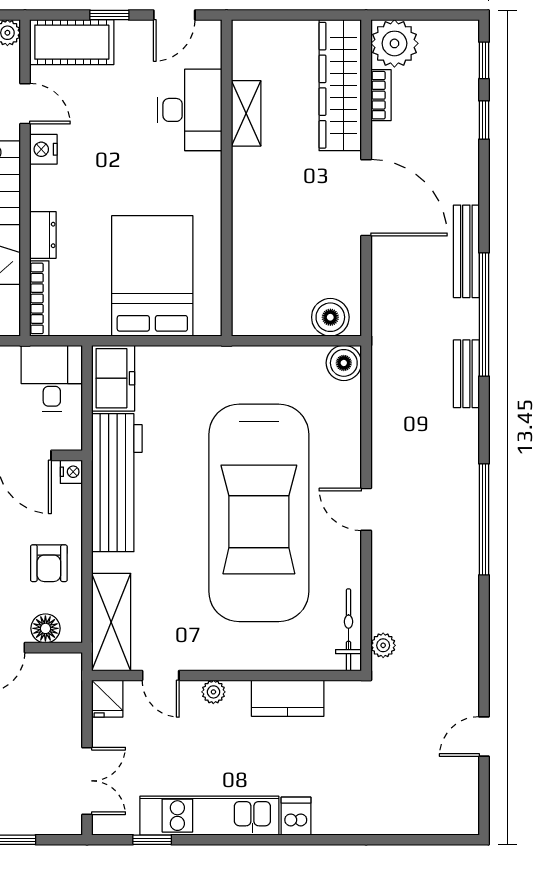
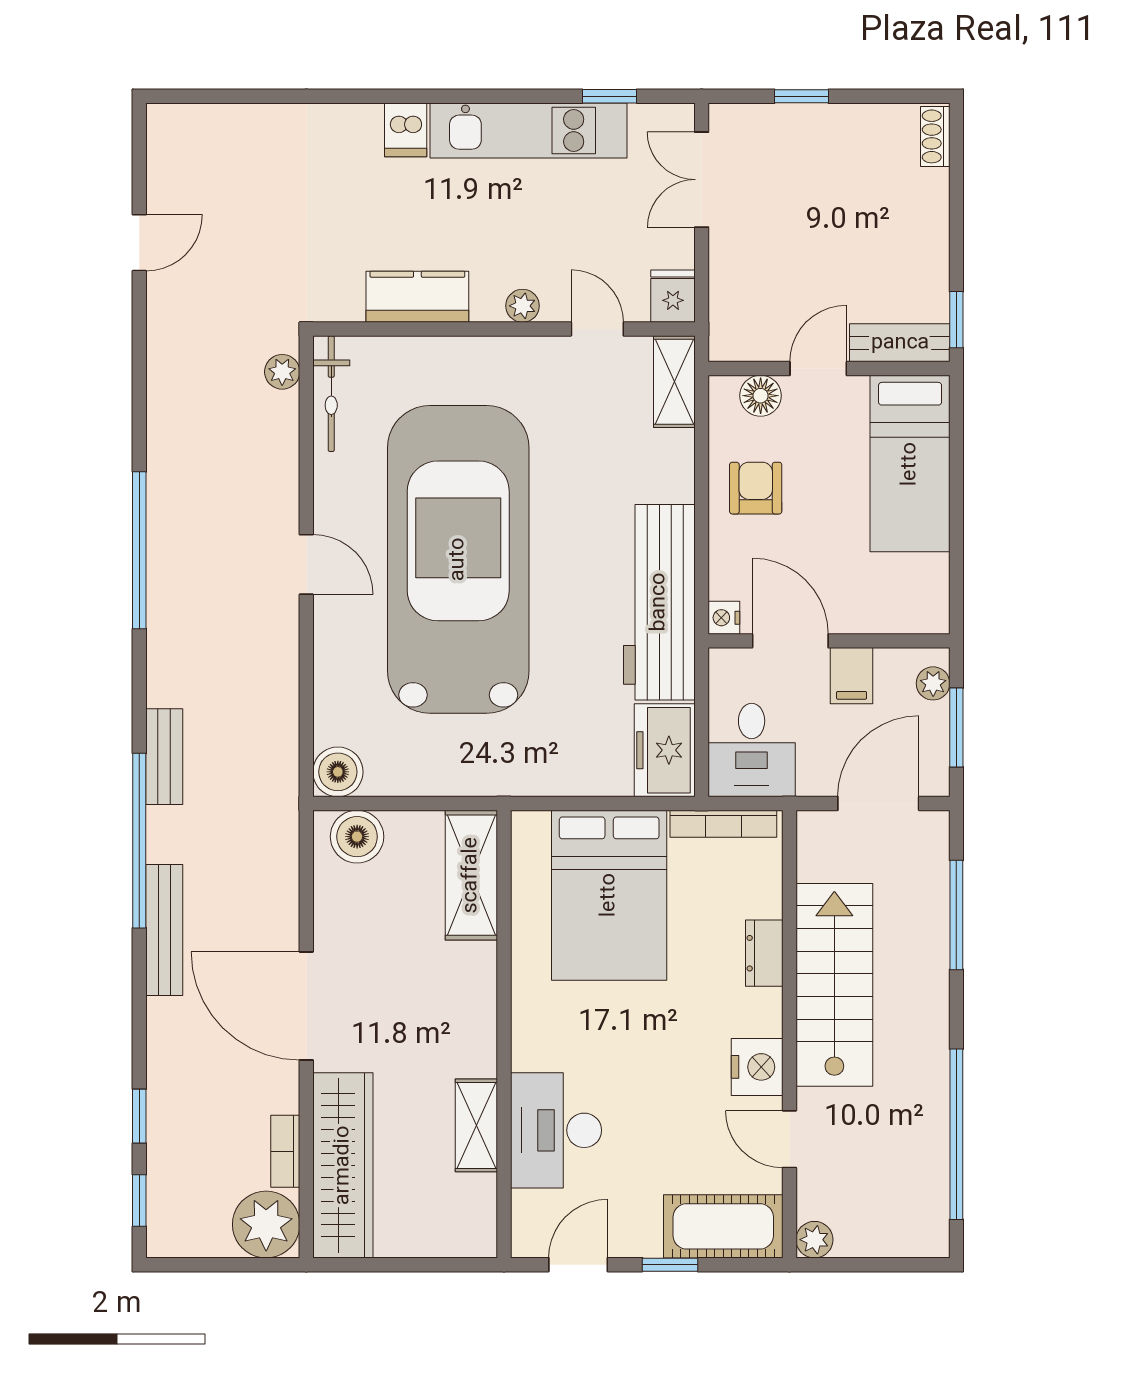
nightstand: (43, 149) -> (757, 1067), width x1.36, depth x1.33
shelving: (250, 290) -> (471, 875), added
bookcase: (39, 298) -> (723, 824), moved, turned -90
shelving: (111, 622) -> (674, 382), width x0.67, depth x0.75

